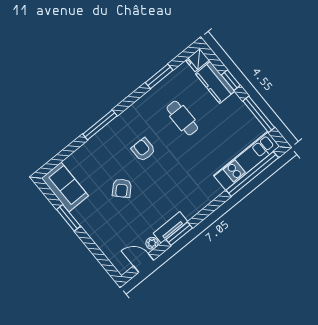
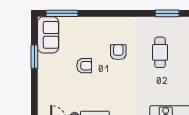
window: (100, 125) -> (62, 13), moved
armchair: (122, 188) -> (84, 66), turned -136

